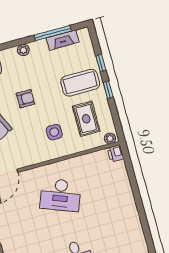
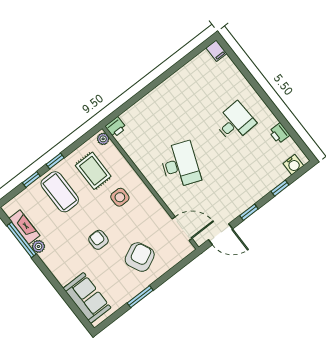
plant: (23, 50) -> (38, 246), moved
rug: (86, 119) -> (93, 171), turned 90

